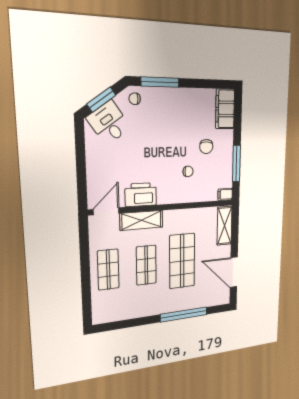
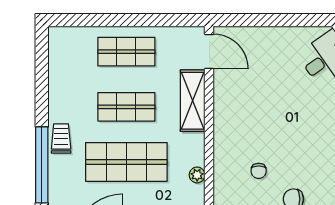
printer: (141, 195) -> (229, 100), removed
plant: (190, 213) -> (197, 175), added
trolley: (167, 305) -> (61, 139), added

